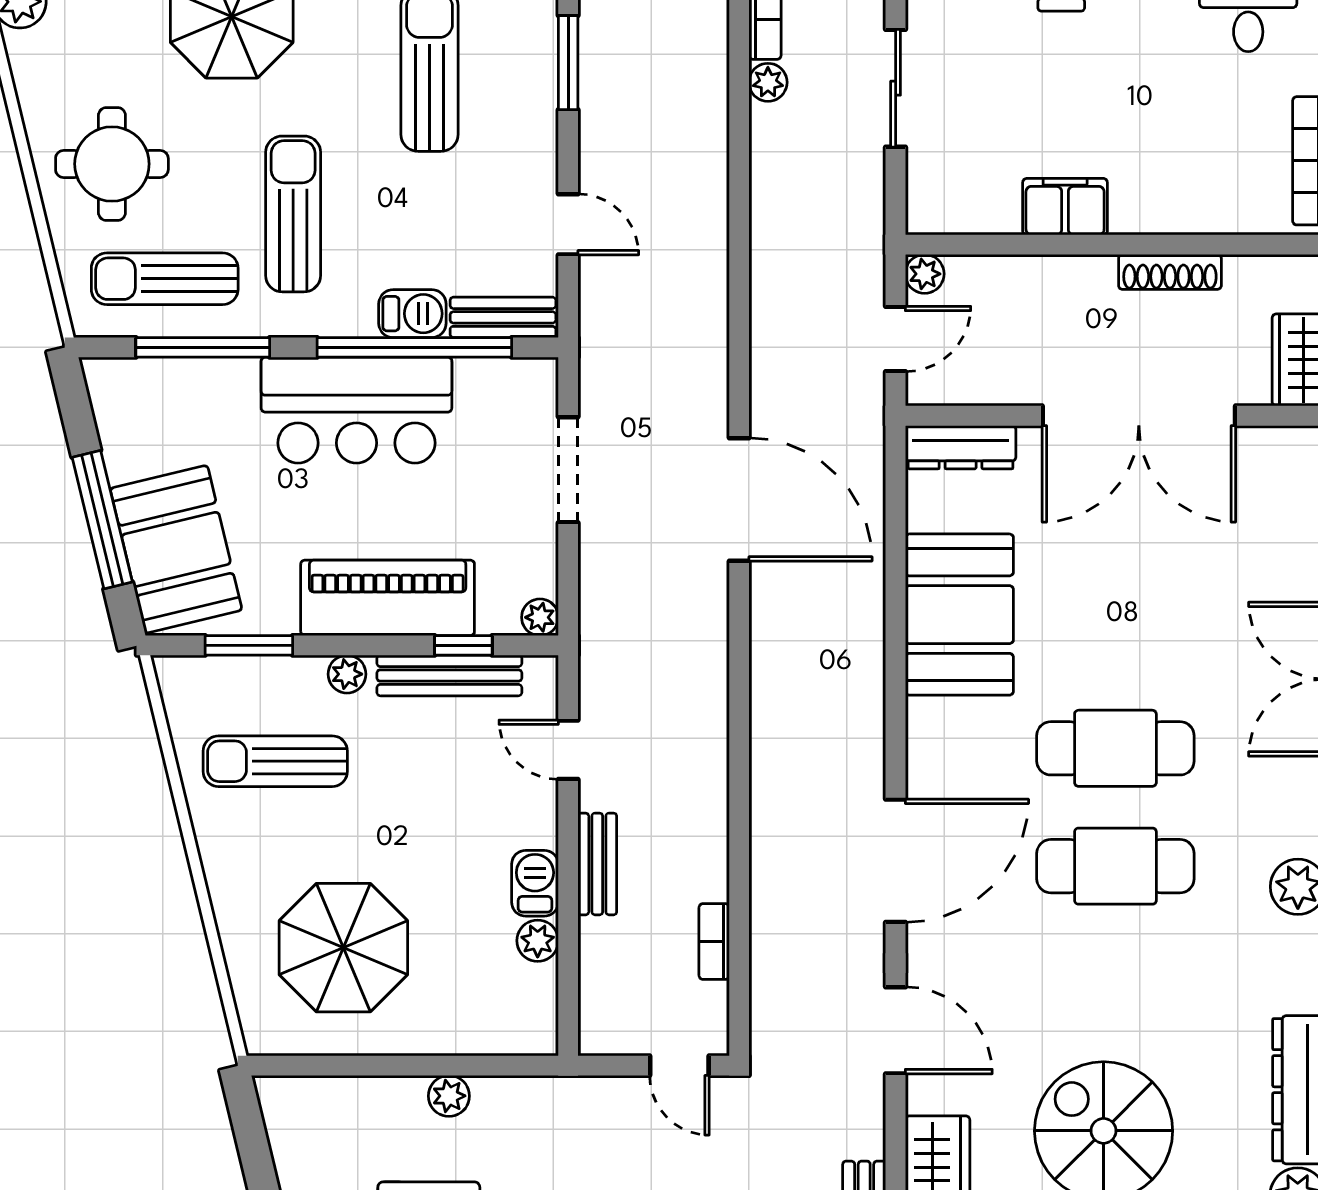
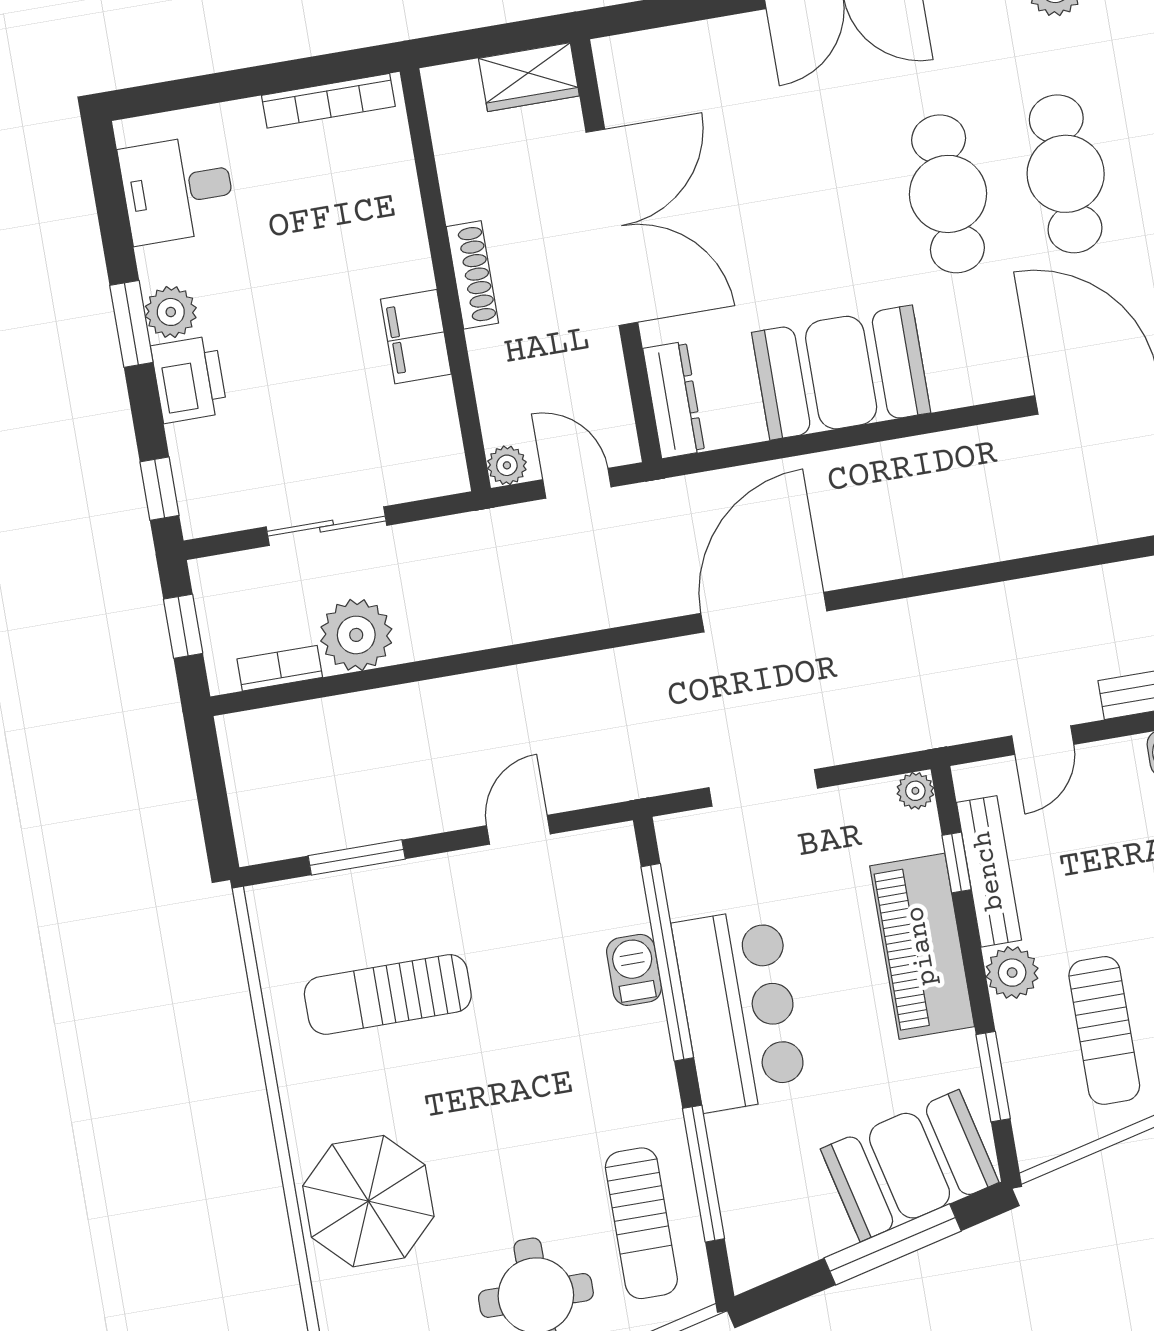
plant: (768, 82) -> (356, 635), width x1.87, depth x1.87
sun lounger: (293, 214) -> (555, 1106), removed
shoe rack: (1170, 272) -> (472, 275), moved
bench: (503, 317) -> (622, 879), removed
plant: (347, 674) -> (1012, 973), width x1.38, depth x1.38

